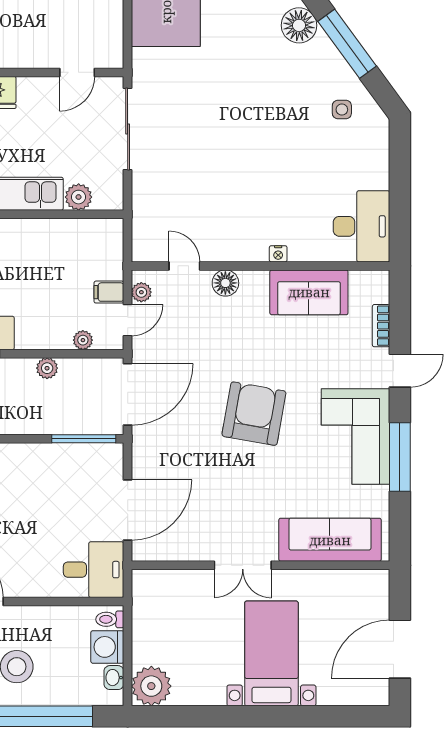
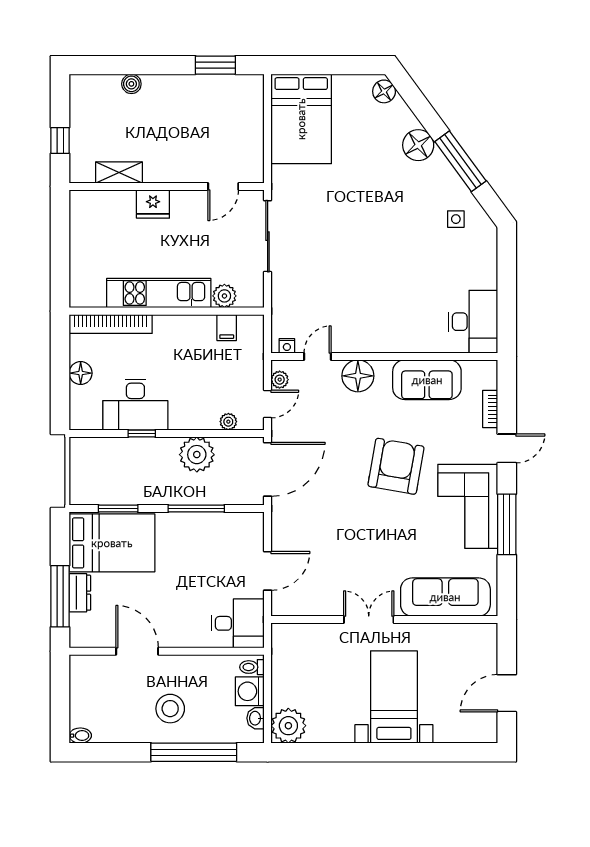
nightstand: (278, 254) -> (287, 346), moved
door: (184, 266) -> (318, 356), hinge flipped
floor lamp: (225, 283) -> (358, 376), width x1.38, depth x1.38
filing cabinet: (109, 292) -> (227, 328), moved, turned -90
plant: (47, 368) -> (197, 455), width x1.88, depth x1.88
armchair: (254, 414) -> (396, 466), moved
window: (84, 439) -> (196, 508), moved
door: (128, 510) -> (268, 571), width x0.73
double door: (243, 565) -> (369, 620), swing flipped
door: (400, 649) -> (507, 693), width x0.73

